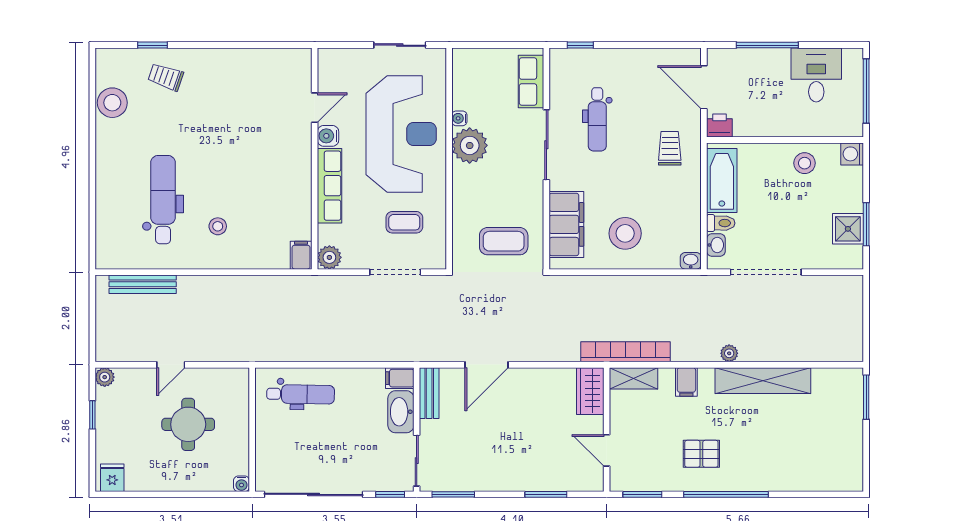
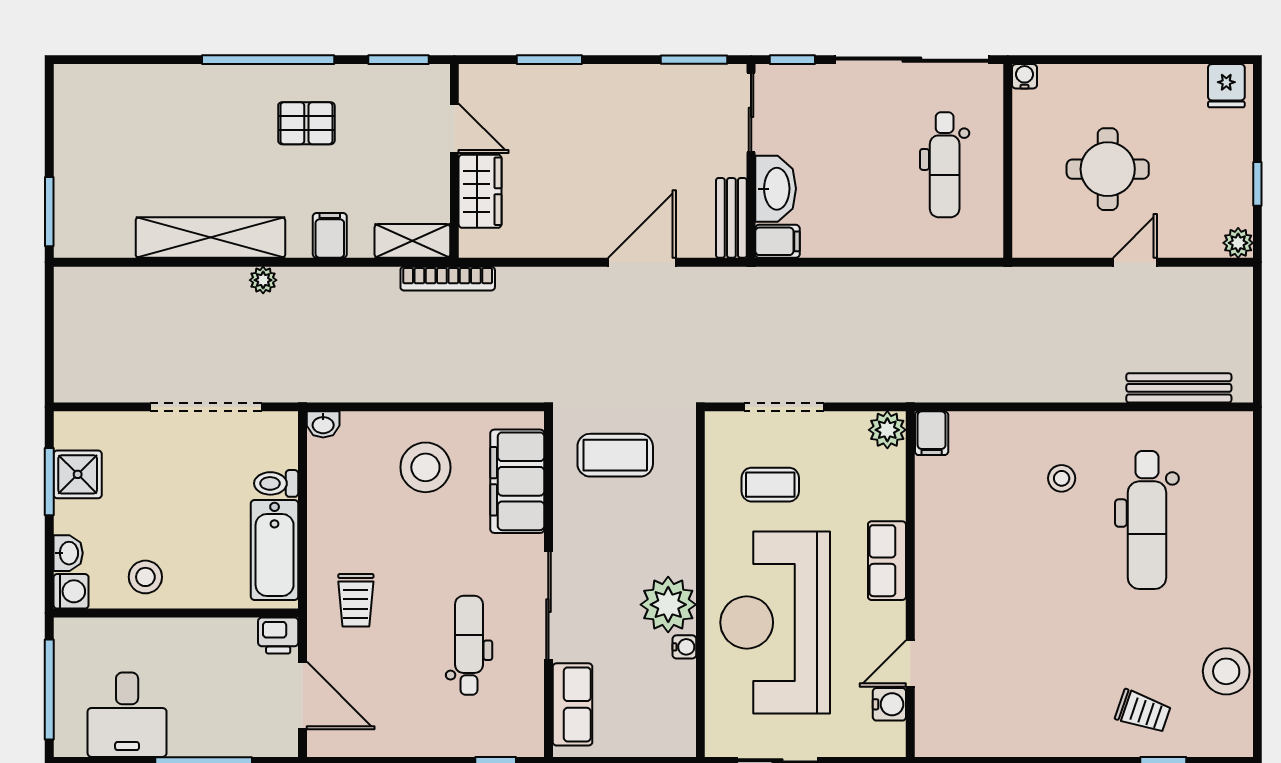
water cooler: (328, 136) -> (889, 704), moved
row of seats: (330, 186) -> (887, 561), width x0.68
washbasin: (716, 245) -> (68, 553), moved, turned 180
bookcase: (625, 352) -> (448, 279), width x0.68, depth x0.76
wardrobe: (590, 391) -> (480, 191), moved
dental chair: (301, 394) -> (945, 165), moved, turned -91

